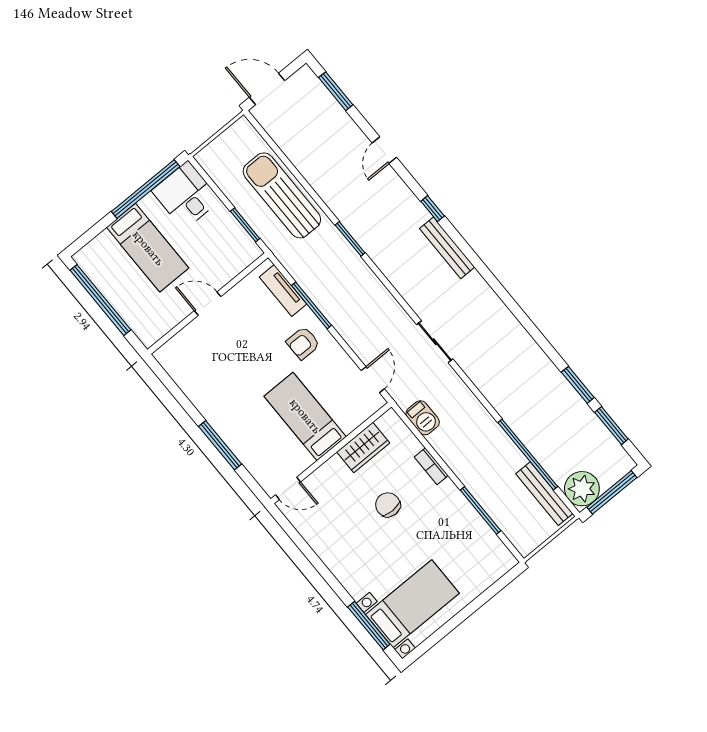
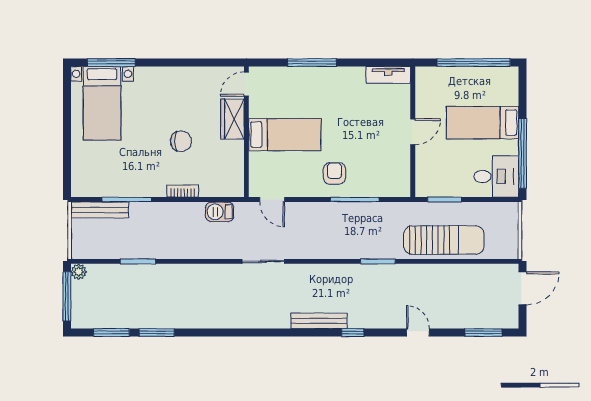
tv unit: (283, 291) -> (388, 75), moved, turned 180
wardrobe: (363, 448) -> (232, 119), moved
window: (528, 454) -> (138, 261), width x0.47
plant: (582, 489) -> (79, 272), width x0.53, depth x0.53
bench: (544, 494) -> (100, 210), moved

